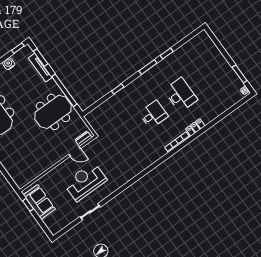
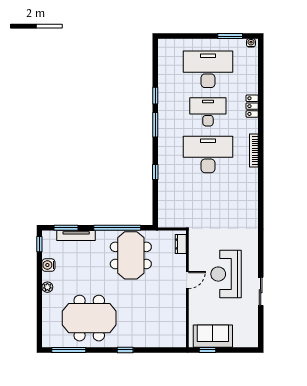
desk: (208, 75) -> (208, 69), added
desk: (153, 115) -> (208, 154), width x1.87, depth x1.30
locker: (195, 127) -> (252, 106), moved
door: (75, 151) -> (187, 280), moved

